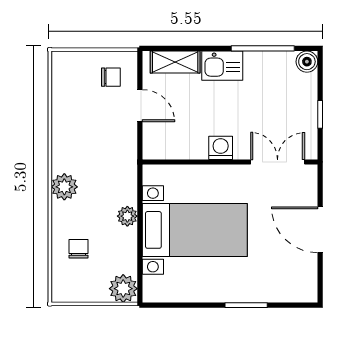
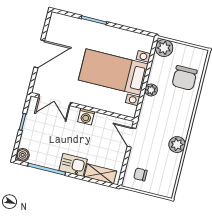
door: (140, 106) -> (131, 137), moved
plant: (64, 187) -> (177, 145), moved
door: (320, 230) -> (39, 54), hinge flipped
chair: (79, 249) -> (185, 78), width x1.87, depth x1.87

